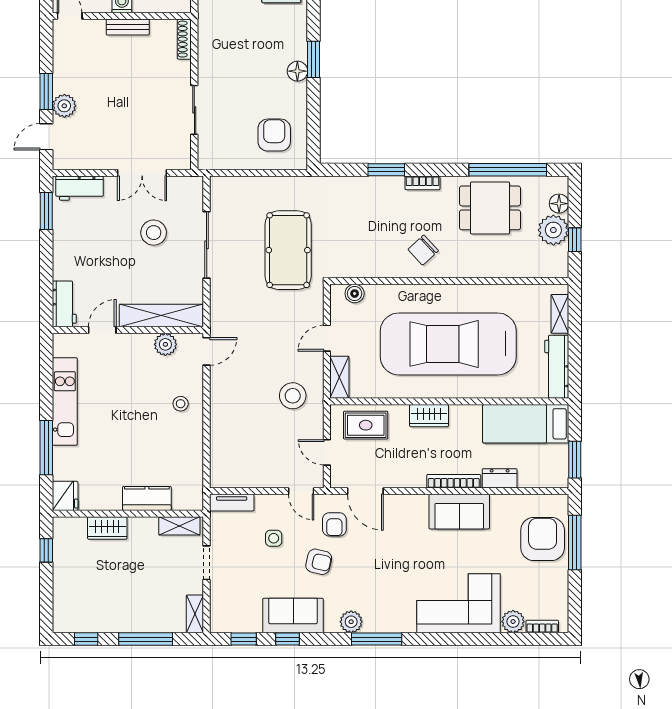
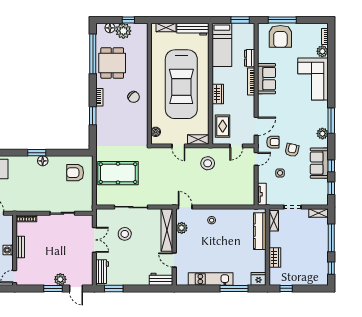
pool table: (288, 250) -> (118, 173), moved
kitchen counter: (147, 498) -> (260, 231), width x1.50
armchair: (543, 539) -> (280, 36), turned -90

